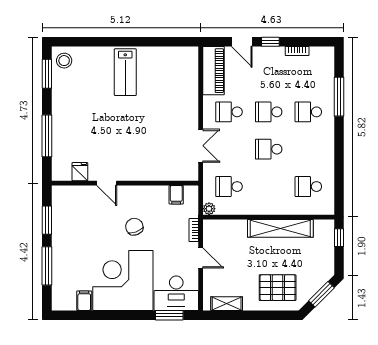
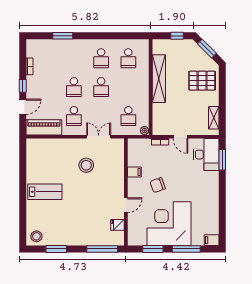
window: (47, 74) -> (56, 249), moved
window: (339, 97) -> (63, 36), width x0.69
school desk: (308, 112) -> (101, 58), moved
stool: (162, 129) -> (86, 165), added
window: (47, 136) -> (102, 249), moved
filing cabinet: (176, 195) -> (134, 172), moved
window: (339, 238) -> (177, 36), moved
door: (201, 258) -> (180, 137), swing flipped
corner desk: (123, 281) -> (169, 224), moved, turned 90
pallet: (278, 288) -> (202, 81), turned 90
filing cabinet: (84, 301) -> (212, 240), moved

